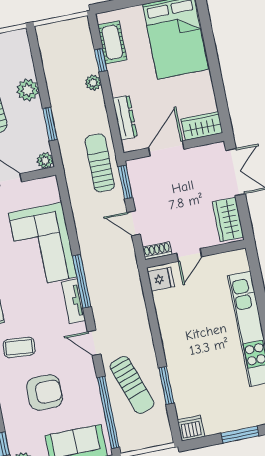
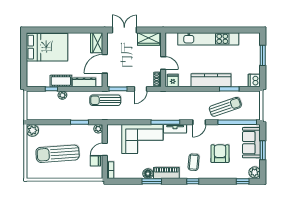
cot: (112, 42) -> (61, 81), moved
plant: (28, 90) -> (32, 130), moved
door: (166, 148) -> (105, 64), hinge flipped
kitchen counter: (175, 349) -> (211, 80), added

